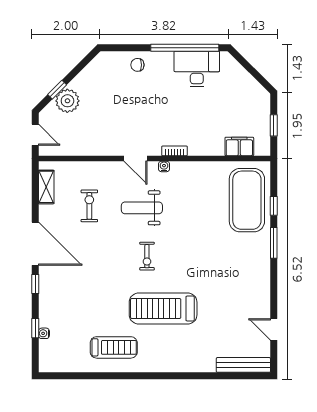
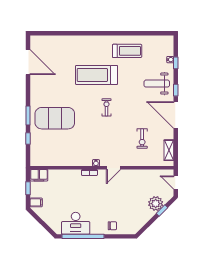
filing cabinet: (261, 103) -> (36, 202), added
filing cabinet: (239, 146) -> (39, 175), moved
door: (135, 158) -> (114, 168), swing flipped
exercise mat: (247, 200) -> (55, 118), moved, turned 90
weight bench: (142, 208) -> (157, 84), moved, turned 180
treadmill: (163, 309) -> (96, 75), turned 180
door: (274, 329) -> (28, 62), width x1.88
treadmill: (114, 347) -> (127, 51), turned 180
bench: (243, 365) -> (47, 40), removed

